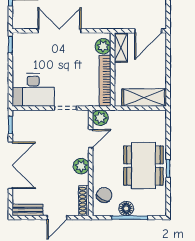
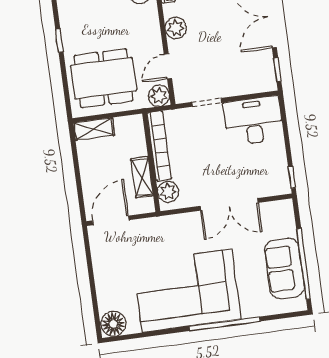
shelving: (121, 48) -> (142, 177), moved
shelving: (144, 98) -> (94, 129), width x0.67, depth x0.75
dining table: (143, 166) -> (104, 78), moved, turned 90

